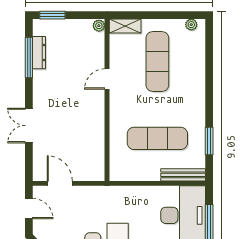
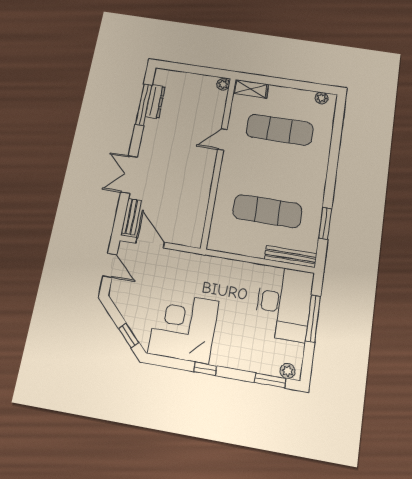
window: (52, 15) -> (177, 67), removed
exercise mat: (157, 62) -> (280, 130), turned 90
bench: (39, 163) -> (131, 217), added

